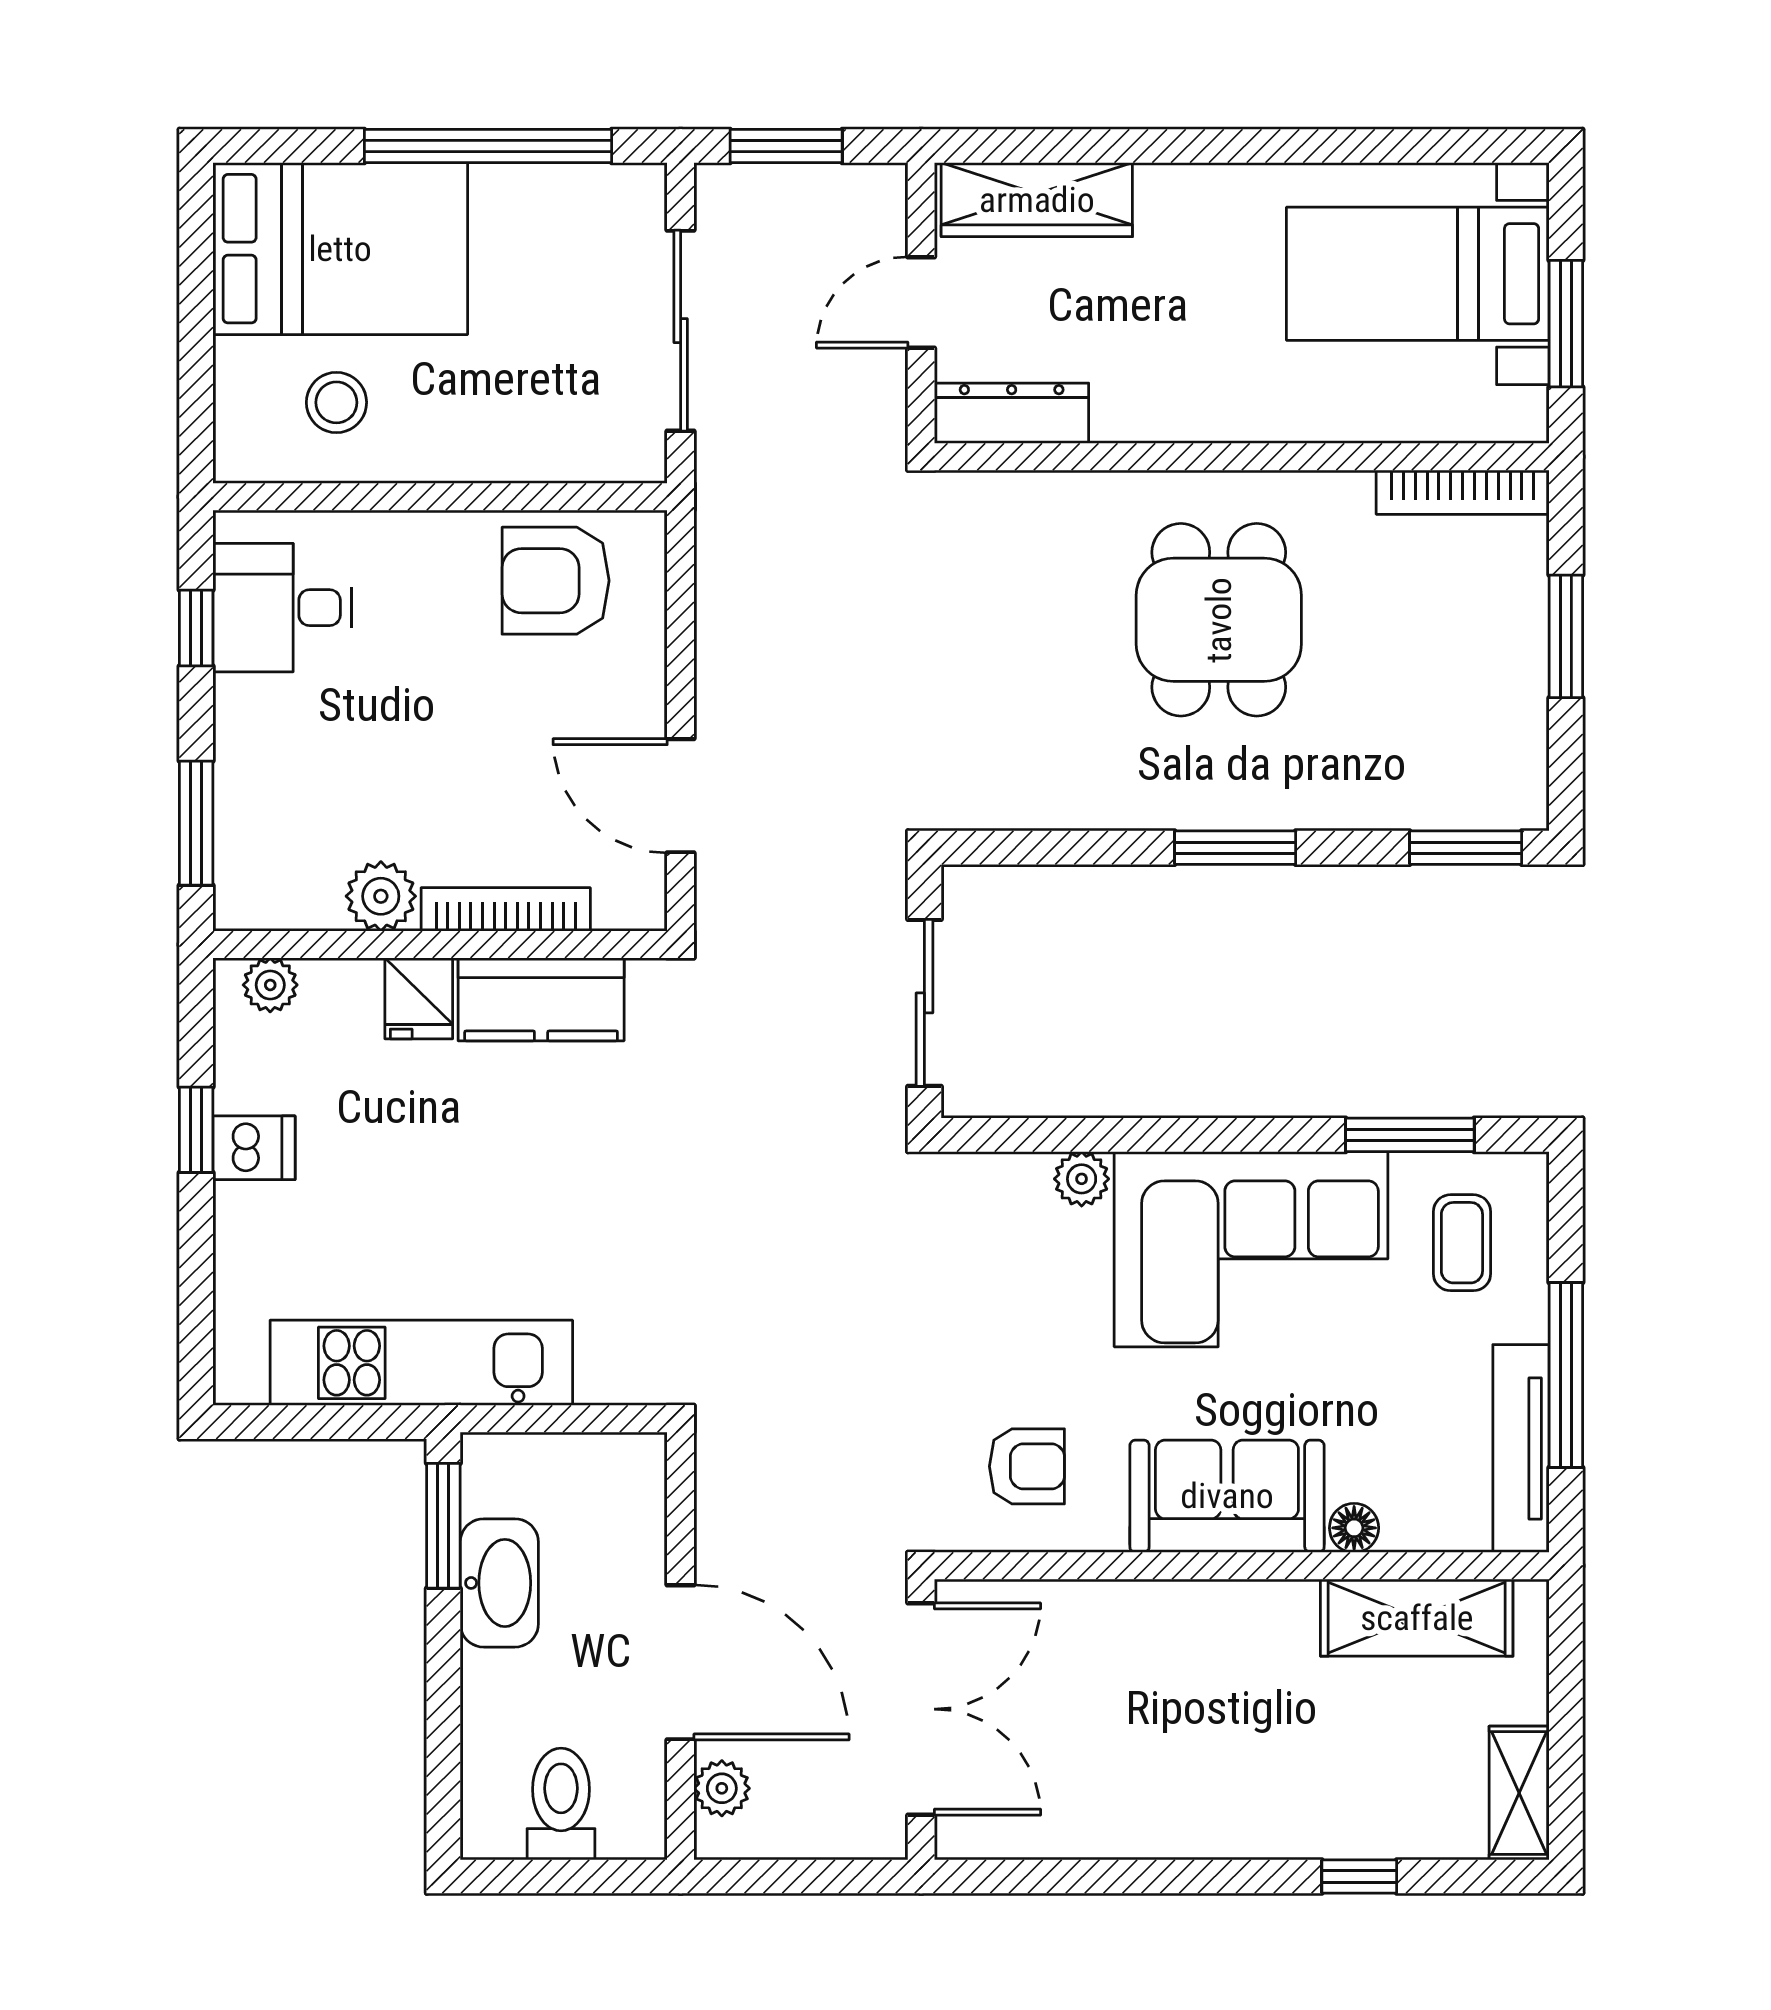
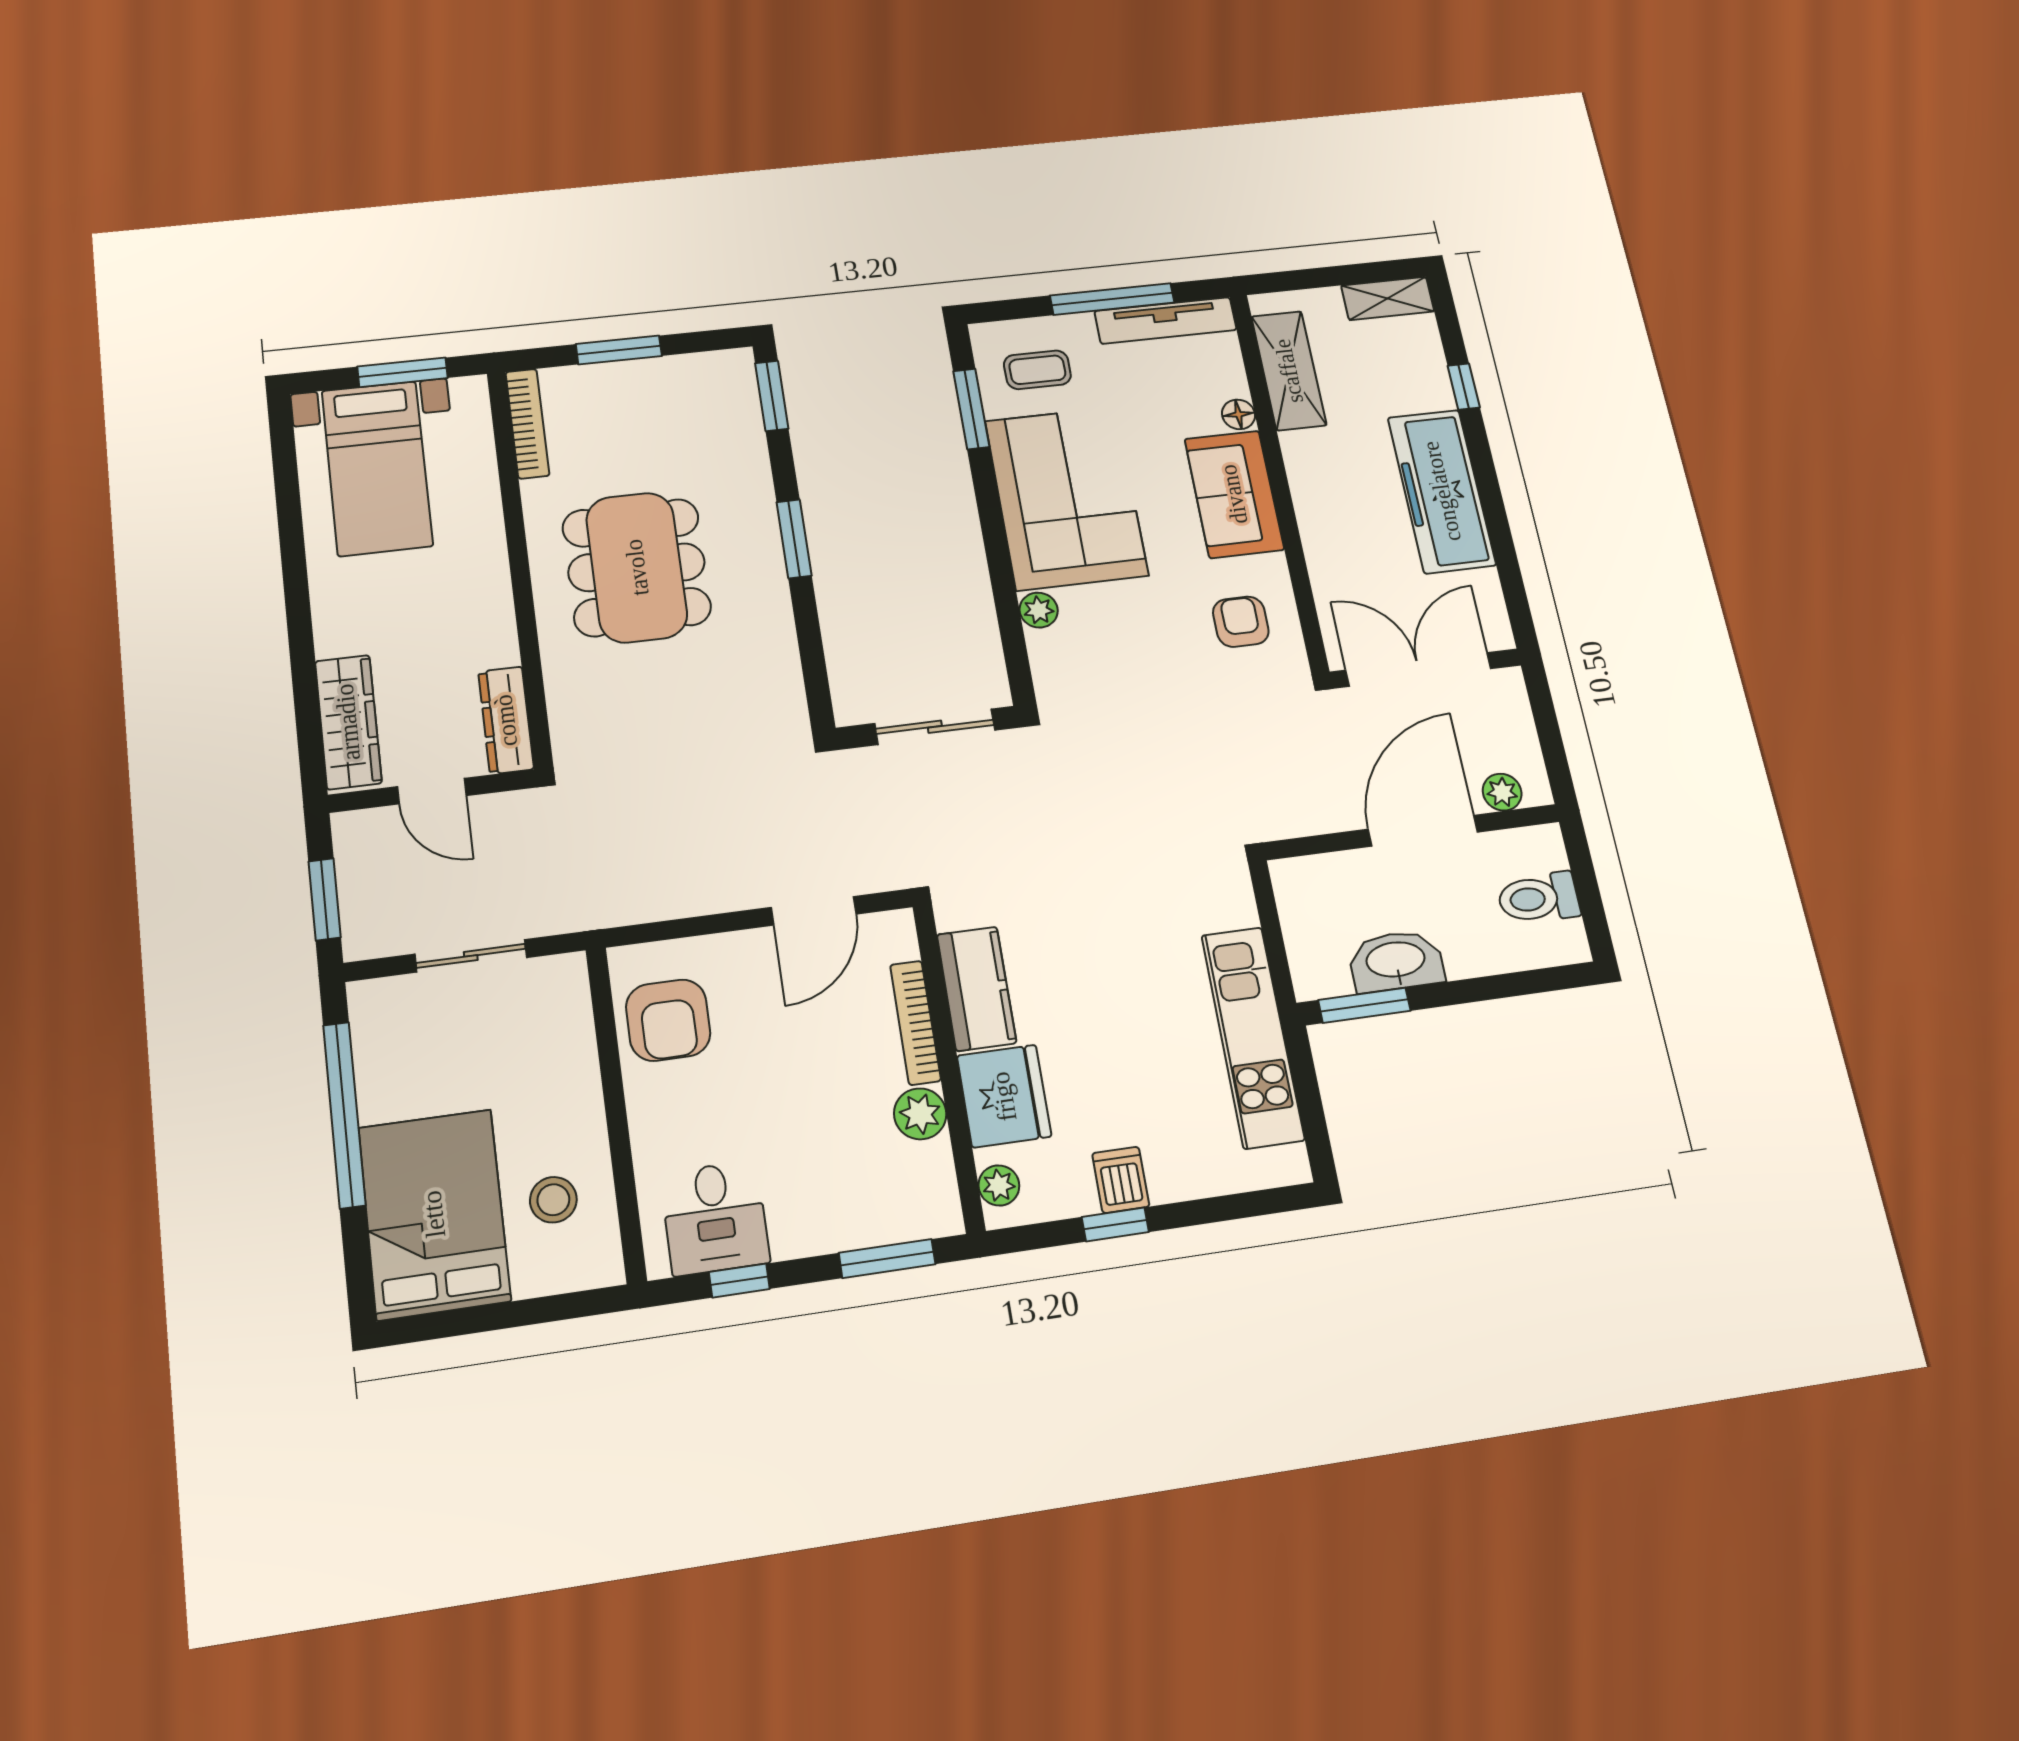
sliding door: (681, 331) -> (471, 956), width x0.73
dining table: (1219, 620) -> (637, 567), width x1.38
fridge: (419, 998) -> (1004, 1096), width x1.88, depth x1.34
freezer: (1194, 1805) -> (1442, 491), added

